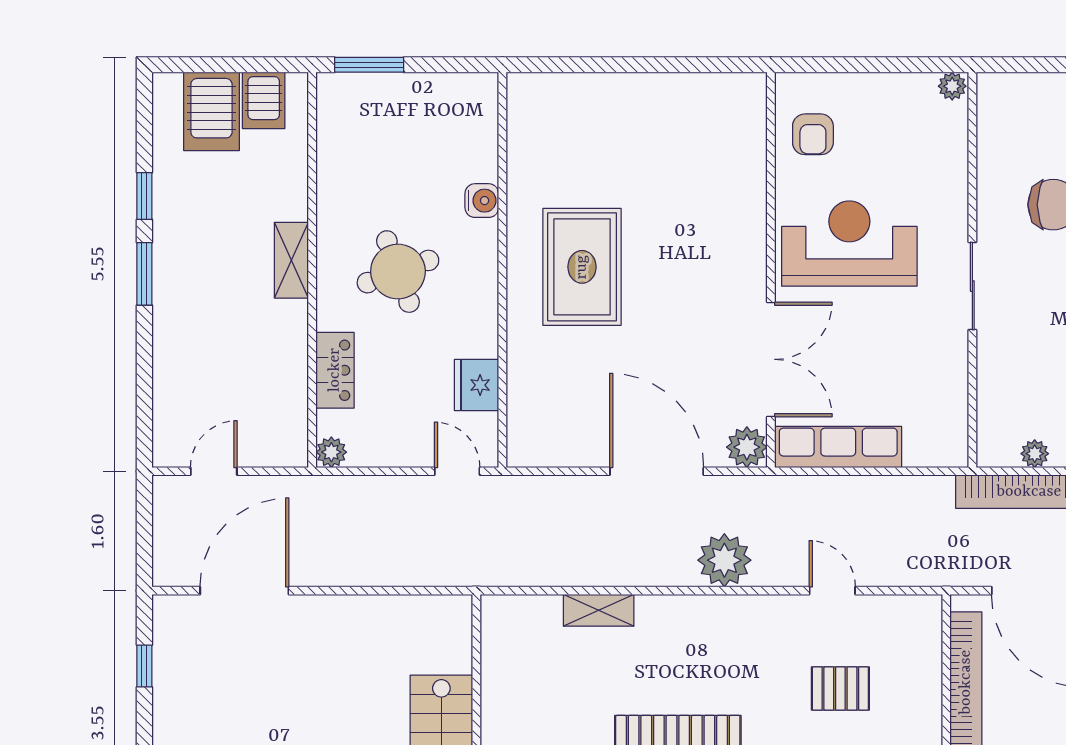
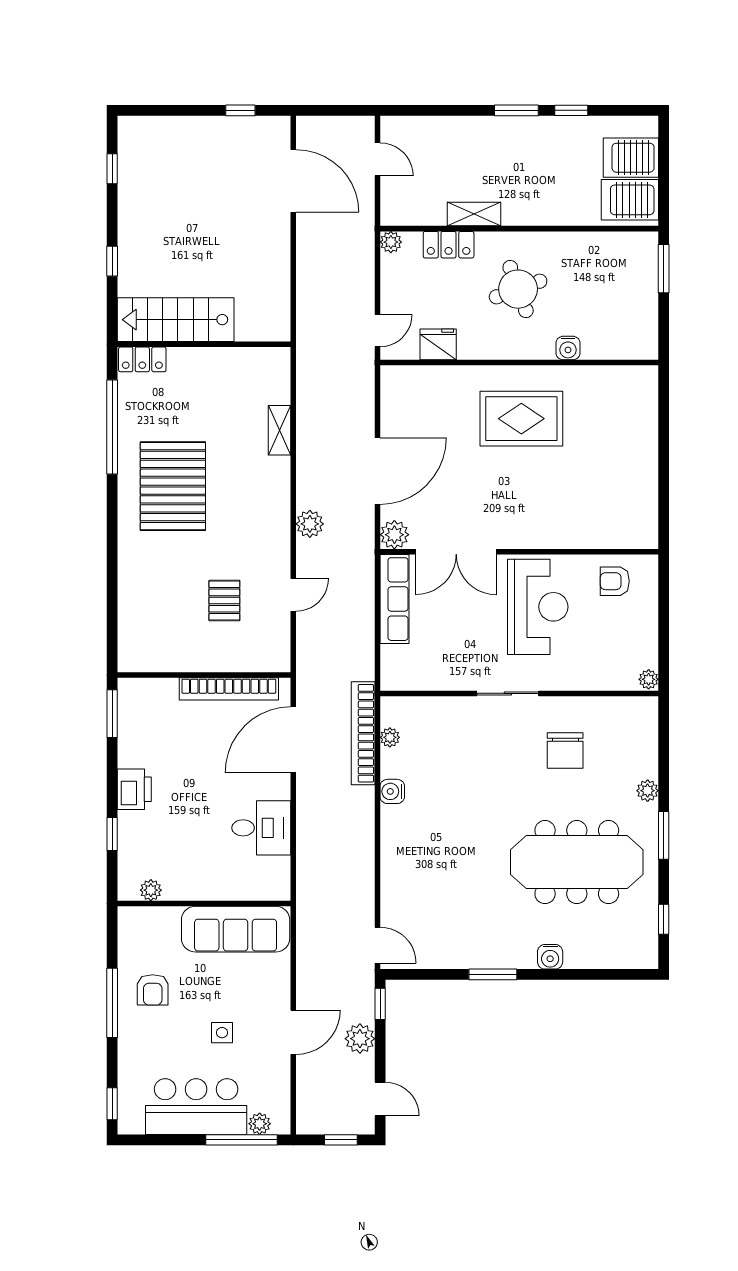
server rack: (264, 100) -> (630, 200), width x1.36, depth x1.44
shelving: (291, 260) -> (474, 214), moved
plant: (724, 560) -> (310, 524), width x0.73, depth x0.73

